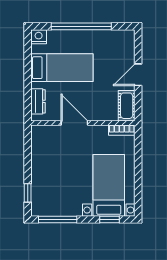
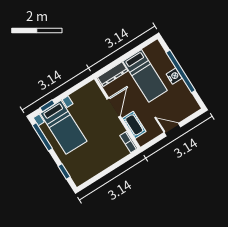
nightstand: (39, 37) -> (174, 76), moved
dresser: (38, 101) -> (113, 74), width x1.44
cot: (127, 106) -> (134, 125), moved, turned 90
bed with nightstands: (109, 185) -> (64, 127), moved, turned 90

